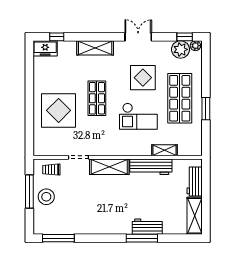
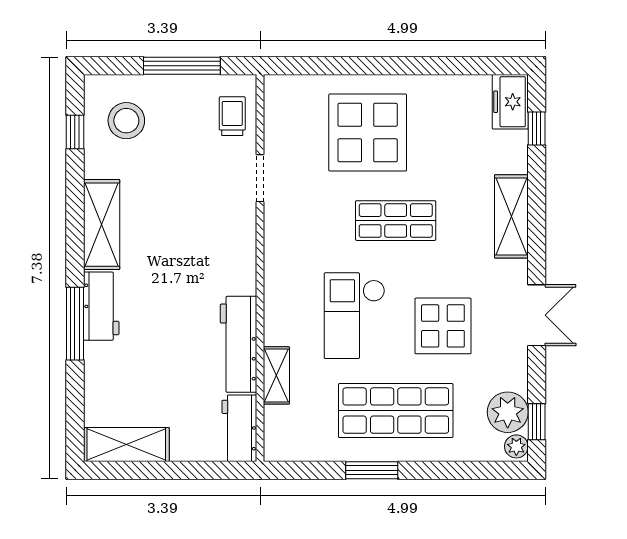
shelving: (109, 167) -> (102, 225), moved
workbench: (195, 182) -> (239, 428), moved, turned -90
stool: (46, 197) -> (126, 121), moved
workbench: (147, 227) -> (101, 306), moved
window: (58, 238) -> (75, 132), width x0.46

